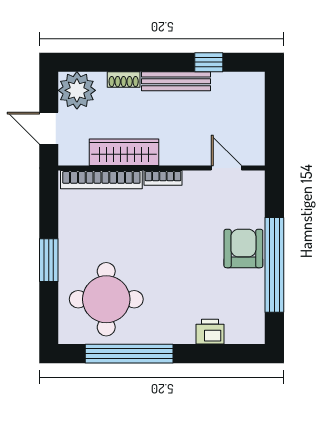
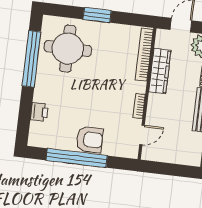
bookcase: (163, 178) -> (139, 106), moved

